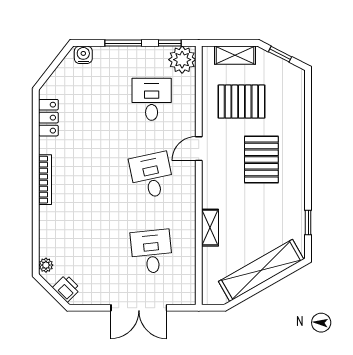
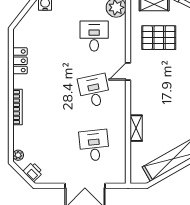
locker: (48, 118) -> (20, 61), moved
pallet: (261, 160) -> (173, 79), removed
bookcase: (45, 180) -> (18, 107), moved

